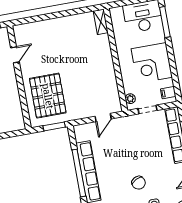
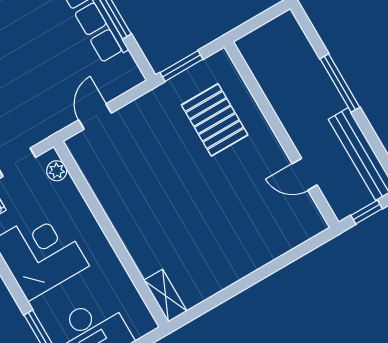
door: (15, 55) -> (305, 174), hinge flipped
pallet: (48, 96) -> (215, 120), width x0.73, depth x0.71

